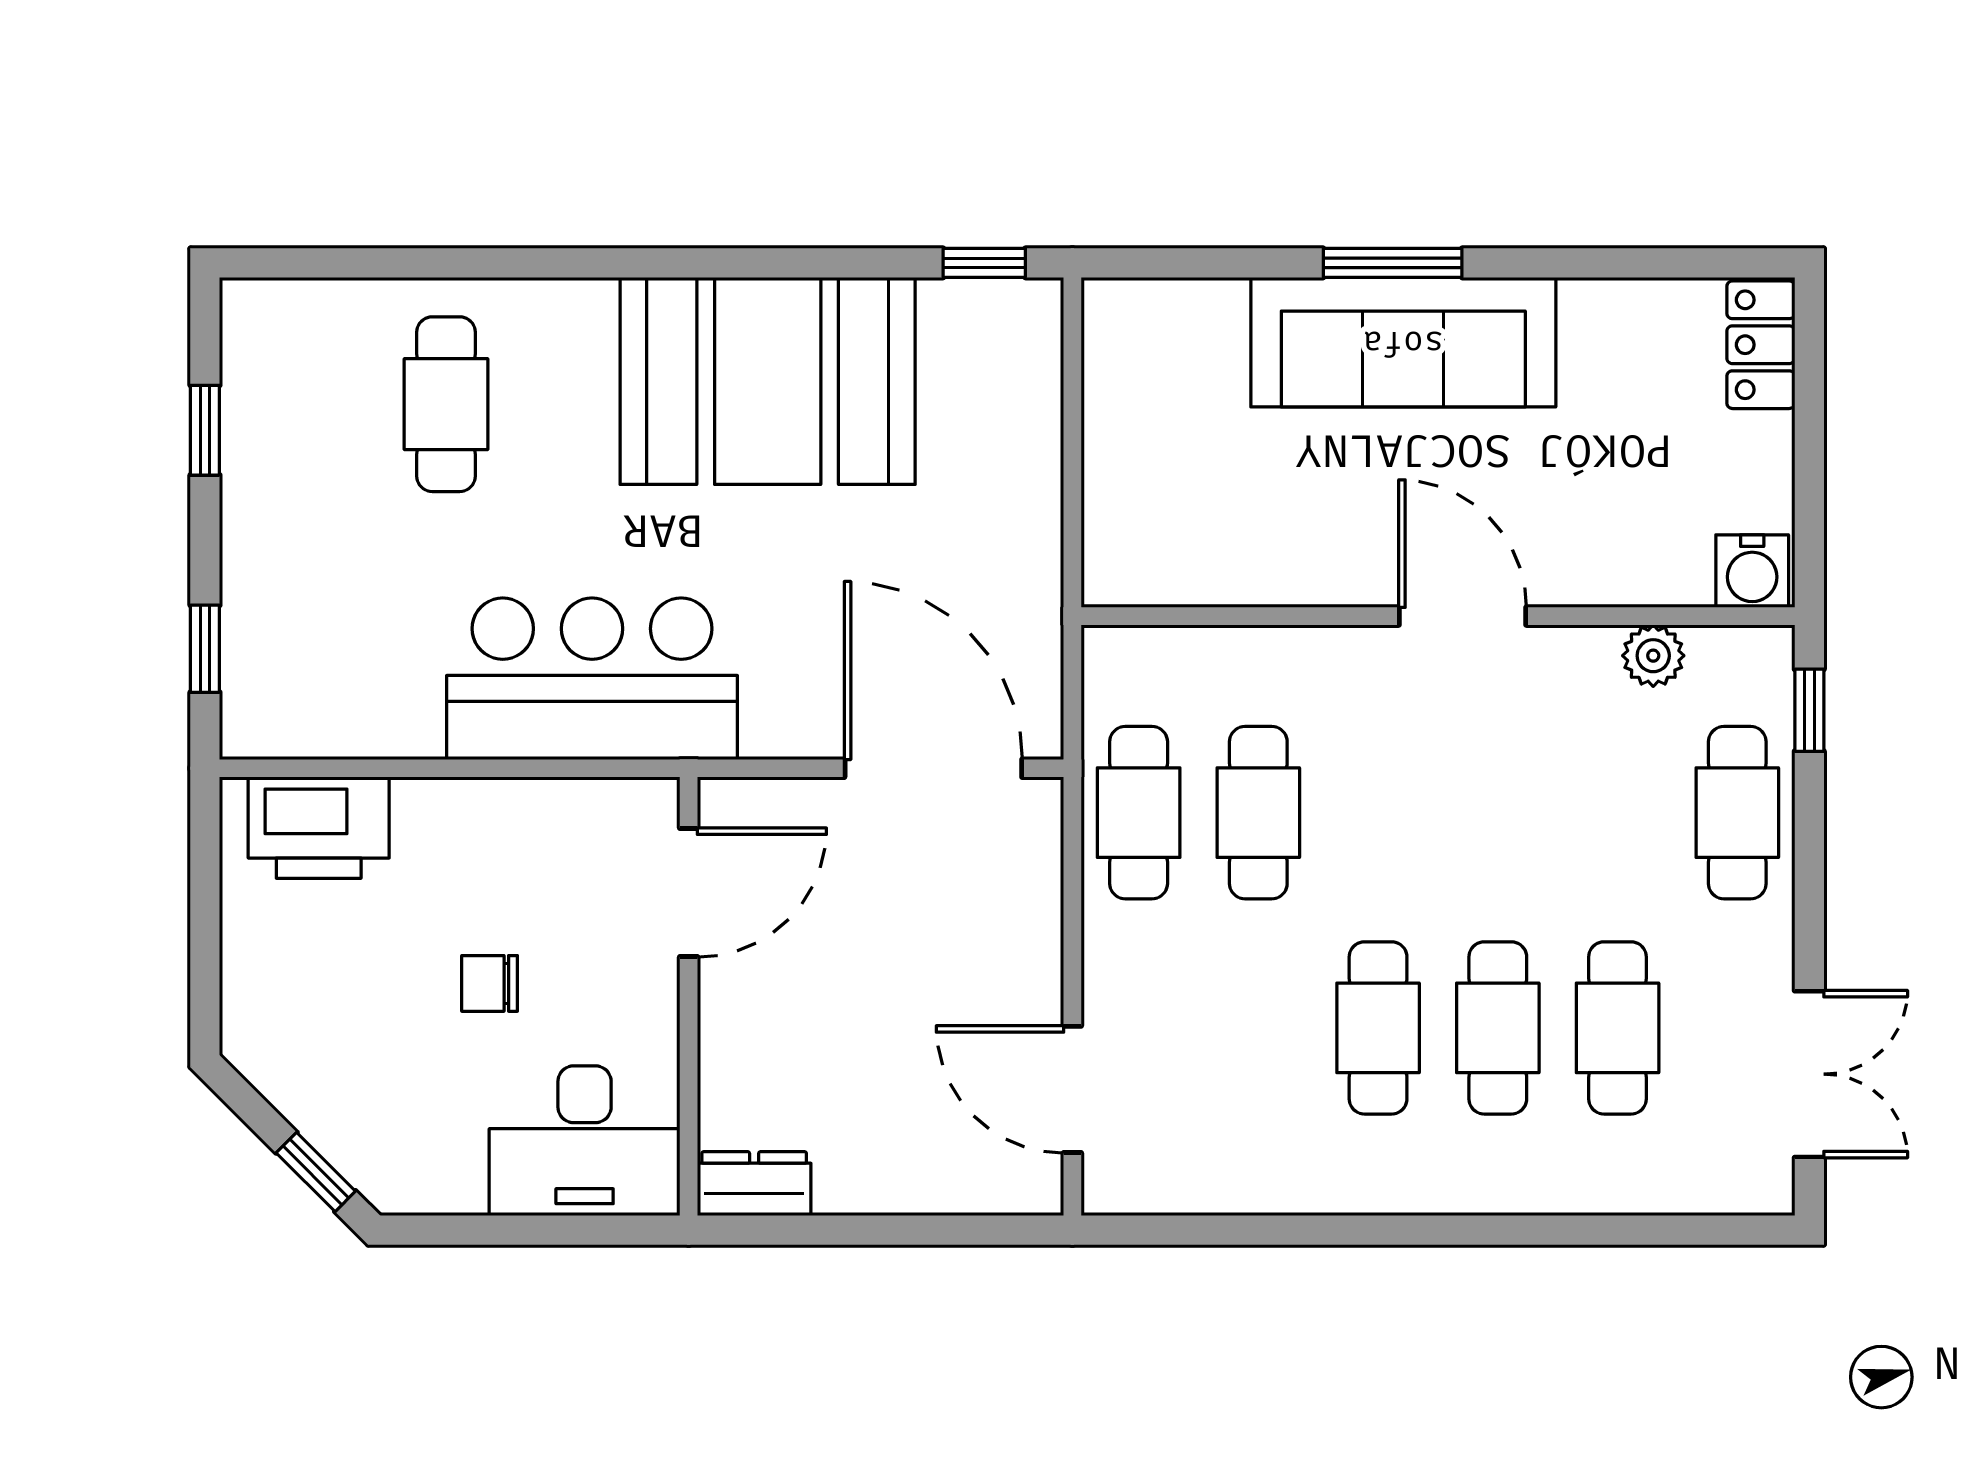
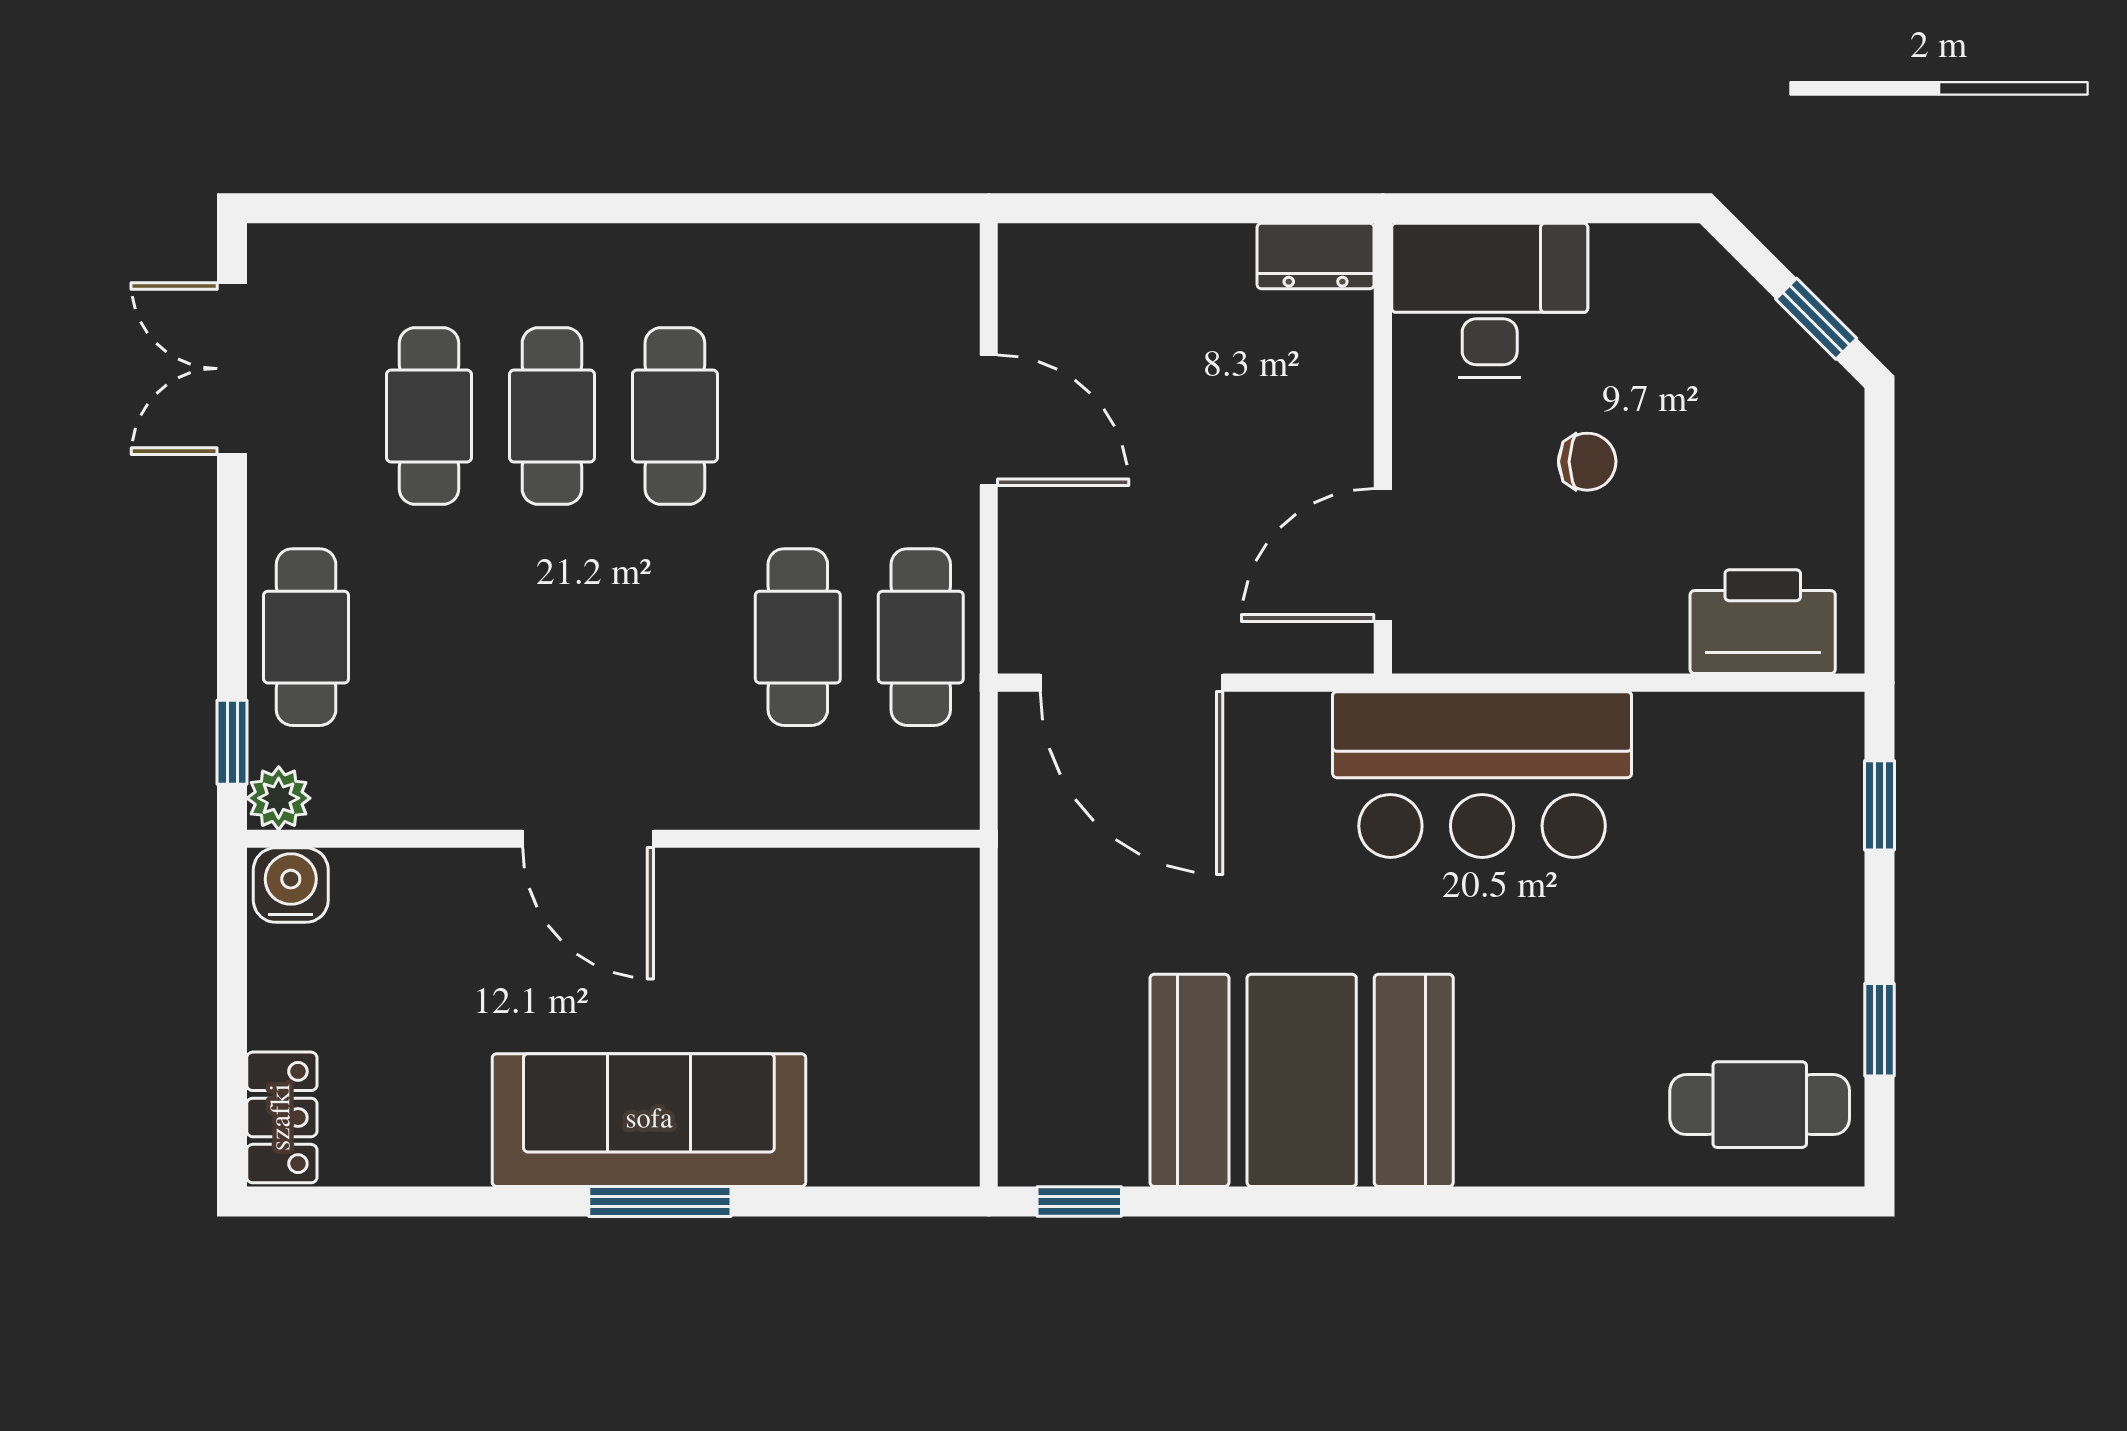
cafe table: (446, 404) -> (1760, 1105), moved, turned 90
plant: (1653, 656) -> (279, 798), moved
door: (1072, 1089) -> (989, 420), moved
window: (316, 1172) -> (1816, 319), moved

